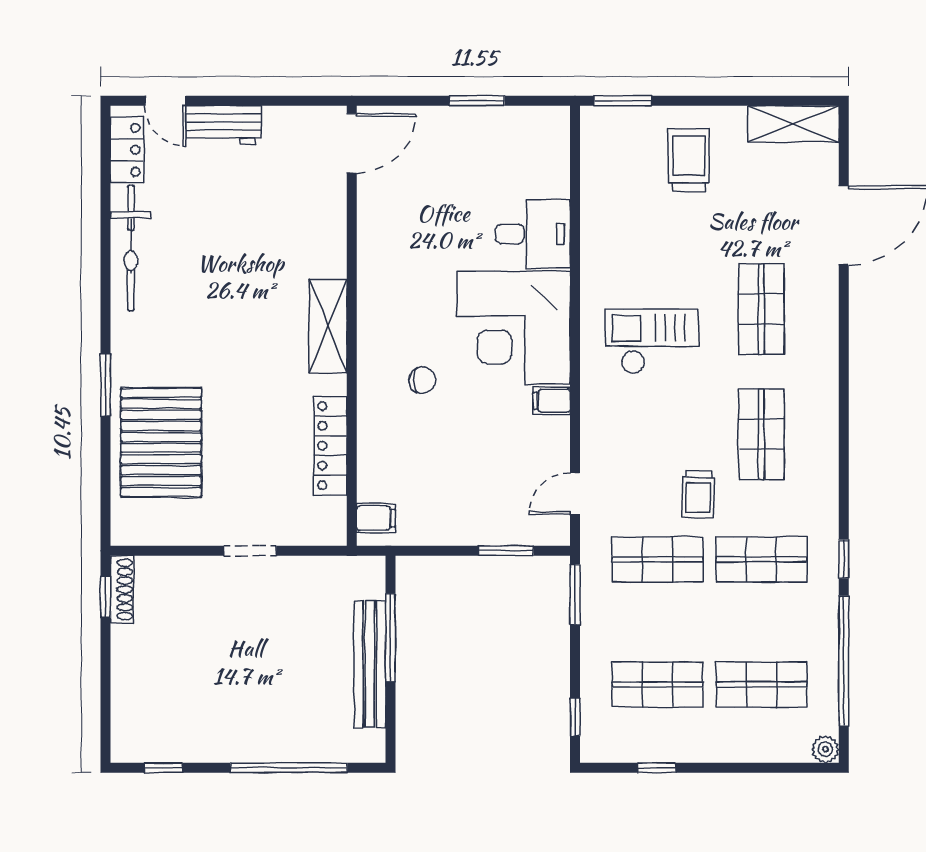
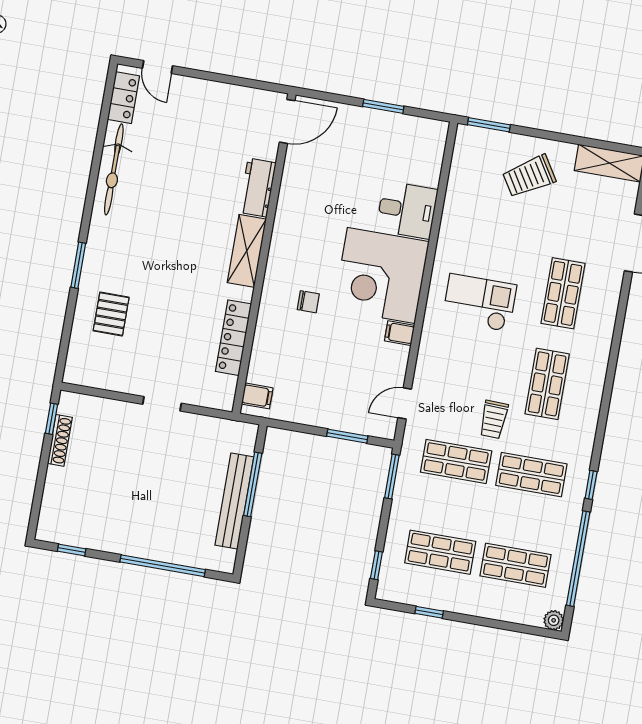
workbench: (223, 125) -> (257, 188), moved, turned 90
trolley: (689, 160) -> (529, 176), turned -122
pallet: (161, 443) -> (111, 314), width x0.49, depth x0.50
shoe rack: (122, 589) -> (60, 440), moved

